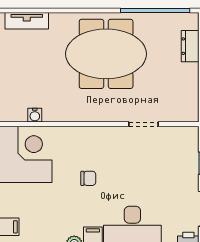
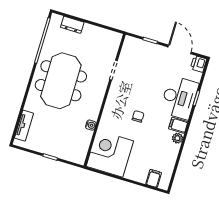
water cooler: (35, 115) -> (91, 125), moved

